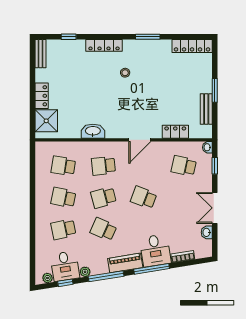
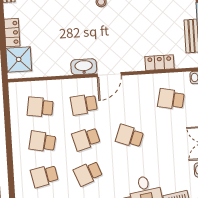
washbasin: (93, 131) -> (84, 67), moved
door: (140, 140) -> (109, 75), moved
school desk: (103, 229) -> (88, 173), turned -45

